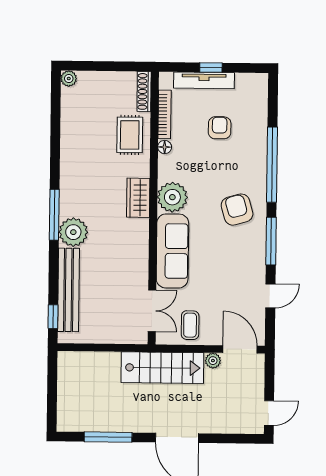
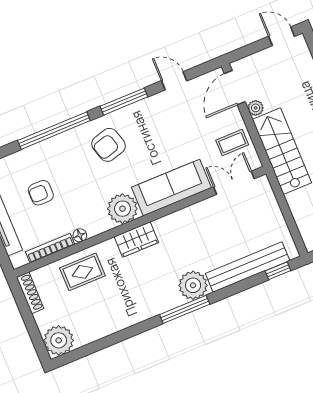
plant: (69, 79) -> (59, 340), width x1.88, depth x1.88
shoe rack: (144, 91) -> (30, 293), moved, turned -90

